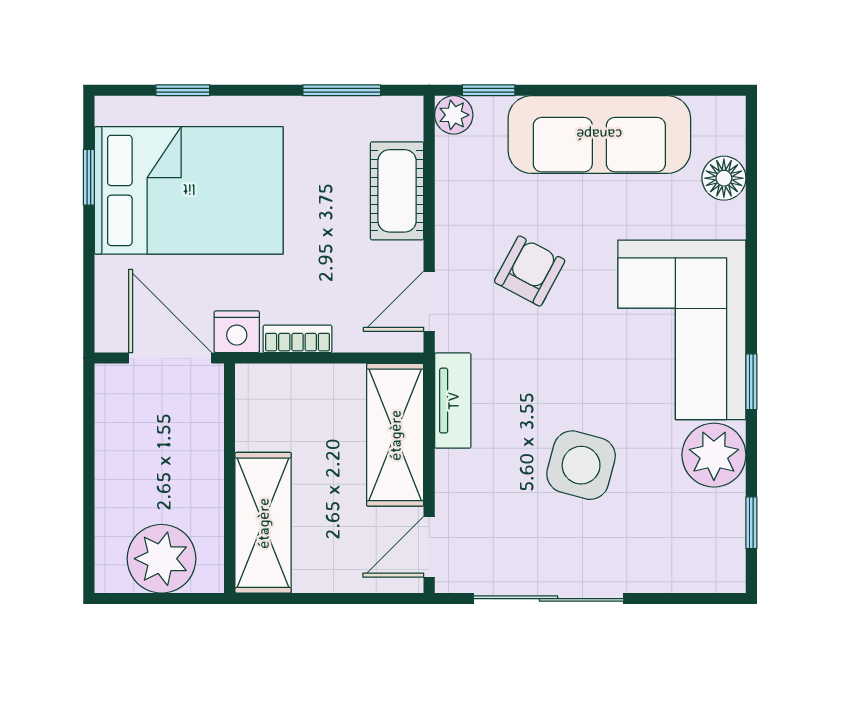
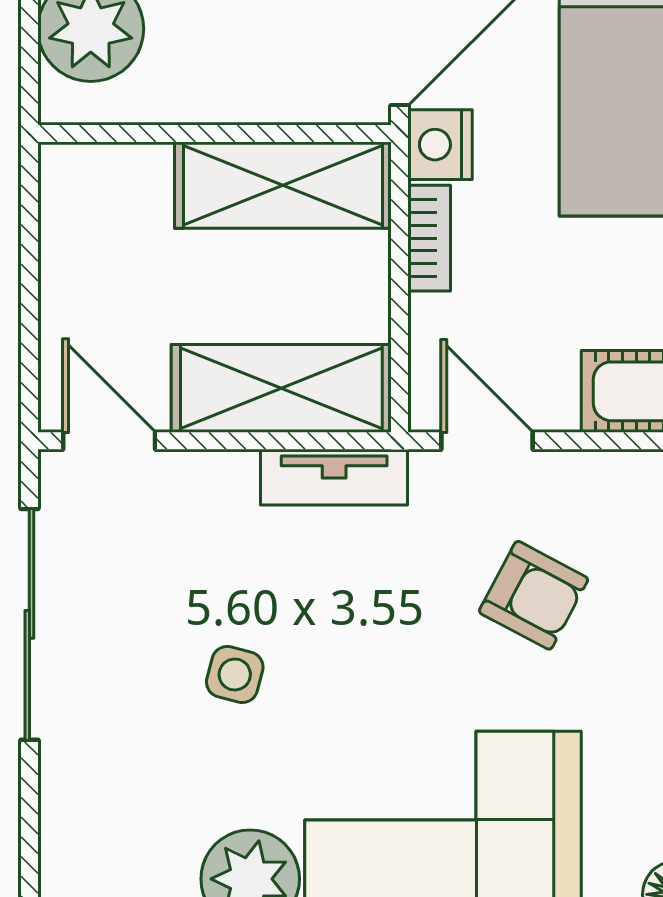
side table: (581, 465) -> (235, 674), width x0.54, depth x0.54
shelving: (263, 523) -> (283, 185), moved

